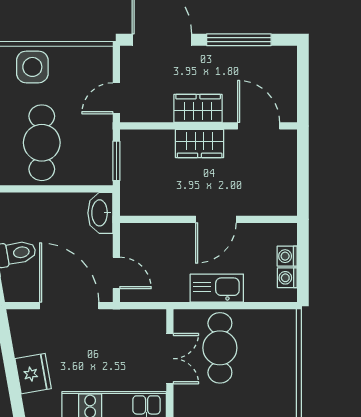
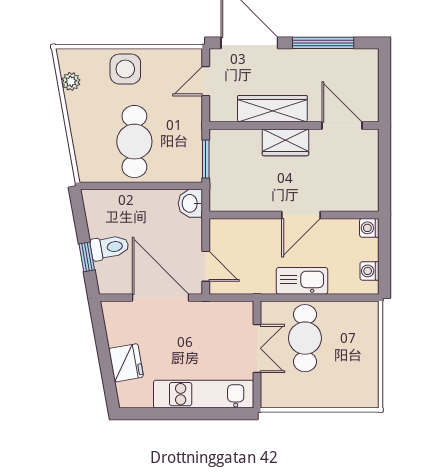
door: (116, 98) -> (206, 81), moved
wardrobe: (198, 108) -> (272, 109), width x1.50
washbasin: (100, 213) -> (190, 203), width x0.72
washing machine: (287, 256) -> (369, 228), moved

